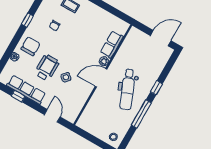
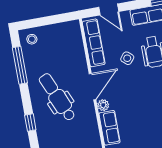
row of seats: (78, 103) -> (94, 43), added
window: (141, 114) -> (20, 65), moved

